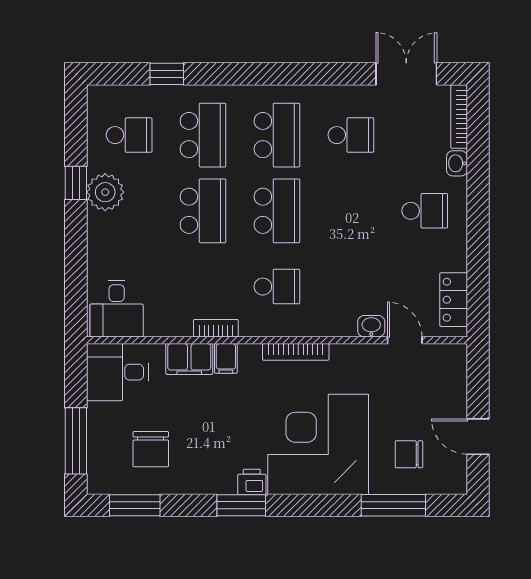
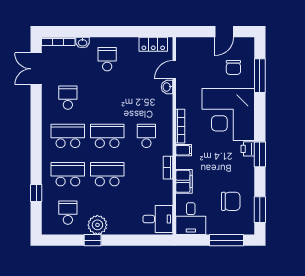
filing cabinet: (226, 358) -> (184, 150), moved

